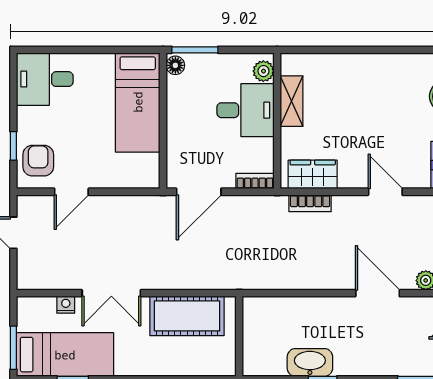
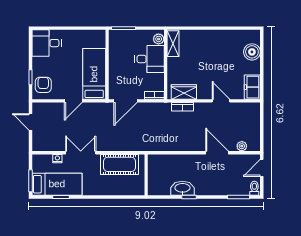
floor lamp: (175, 65) -> (113, 36), removed
shelving: (292, 101) -> (173, 44), moved
bed: (138, 102) -> (94, 74), moved, turned 180
door: (71, 192) -> (73, 101), moved
double door: (111, 293) -> (81, 153), swing flipped

